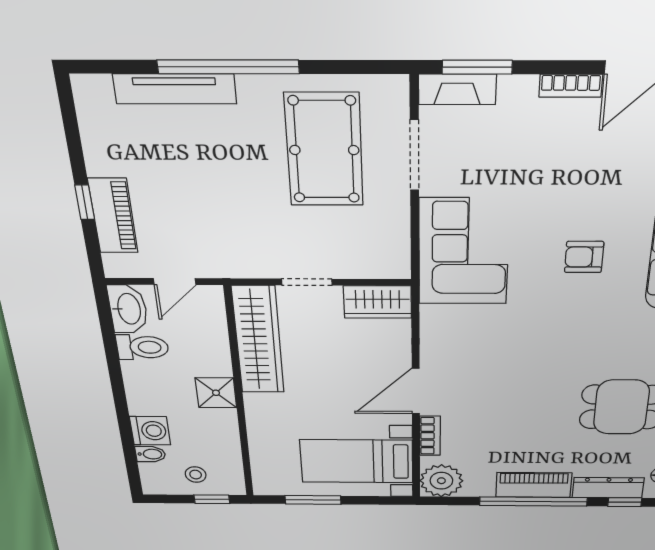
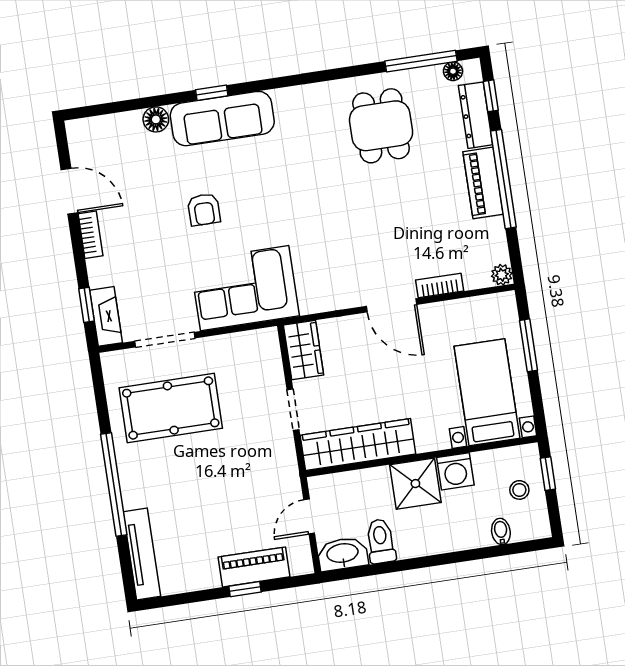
window: (477, 67) -> (87, 305), width x0.67
tv unit: (175, 89) -> (142, 554), moved
armchair: (584, 257) -> (204, 210), moved
door: (175, 282) -> (309, 517), swing flipped
shower: (216, 393) -> (415, 484), width x1.36, depth x1.36
washing machine: (150, 431) -> (455, 471), moved, turned 180
bed with nightstands: (357, 461) -> (487, 392), moved, turned 180
plant: (441, 481) -> (502, 275), width x0.53, depth x0.53
window: (313, 500) -> (528, 345), moved

